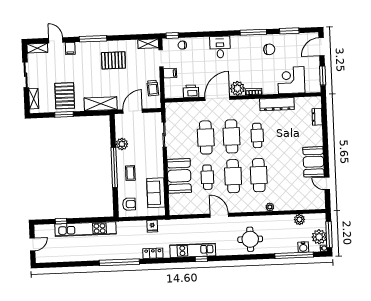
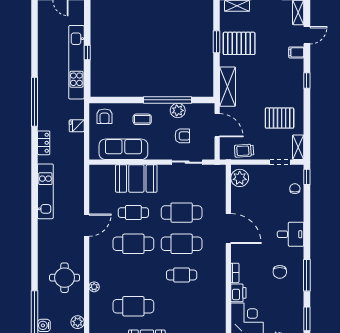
window: (93, 39) -> (307, 81), width x0.46
chair: (269, 49) -> (280, 272), moved
pallet: (113, 60) -> (280, 118), moved, turned 90
filing cabinet: (170, 73) -> (261, 172), removed
plant: (237, 88) -> (240, 178), moved
printer: (191, 91) -> (238, 293), moved
dresser: (277, 104) -> (219, 300), removed
armchair: (143, 139) -> (182, 136), added
window: (114, 167) -> (167, 100), moved
cafe table: (259, 175) -> (133, 306), moved
sofa: (156, 193) -> (123, 149), width x1.36
window: (61, 221) -> (87, 52), moved
fridge: (152, 226) -> (77, 126), moved
round table: (250, 239) -> (65, 278), moved
window: (201, 259) -> (34, 201), removed

